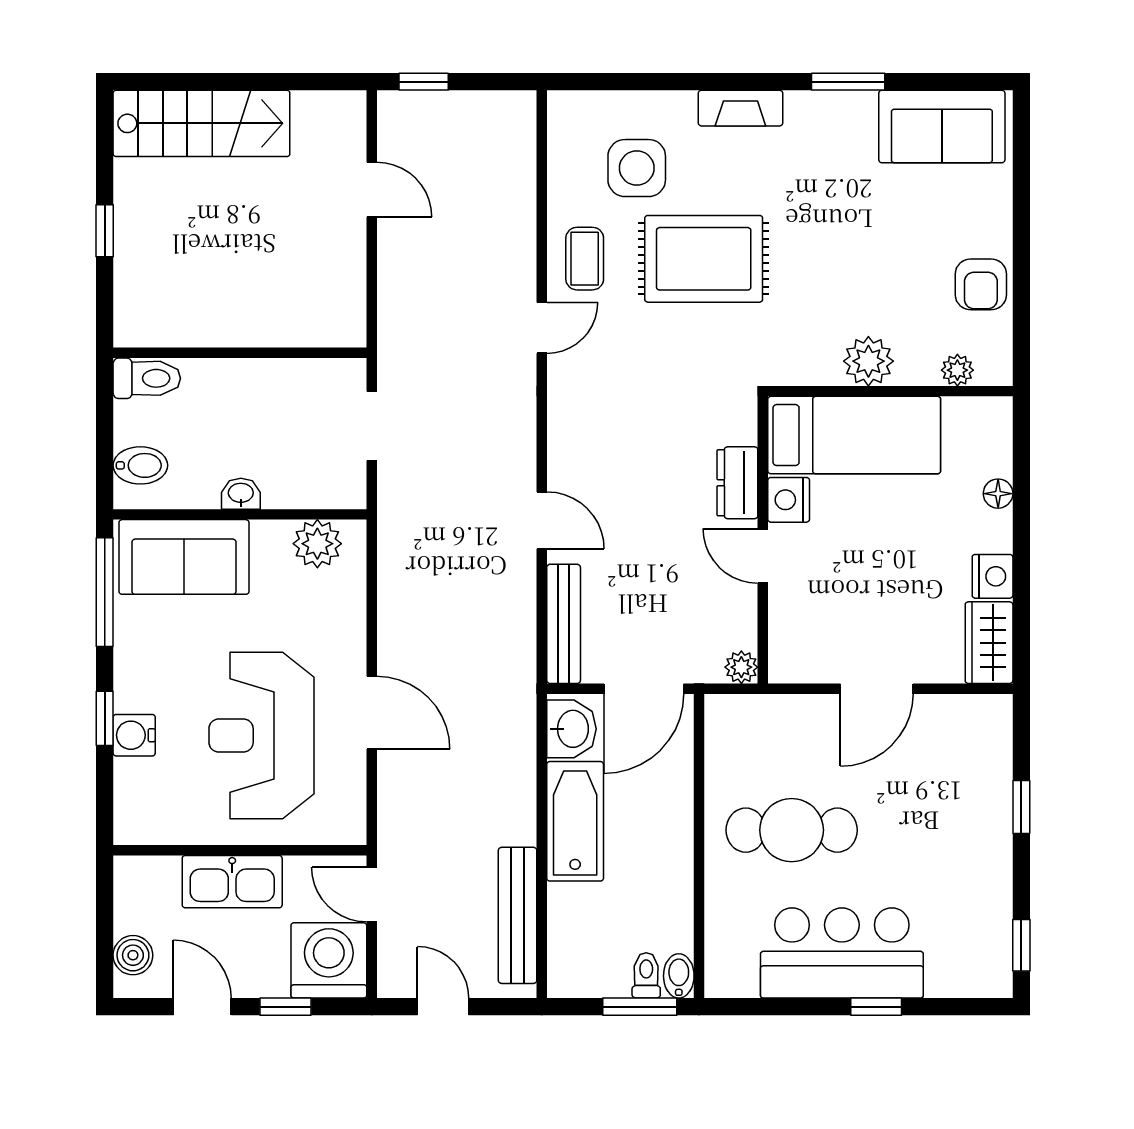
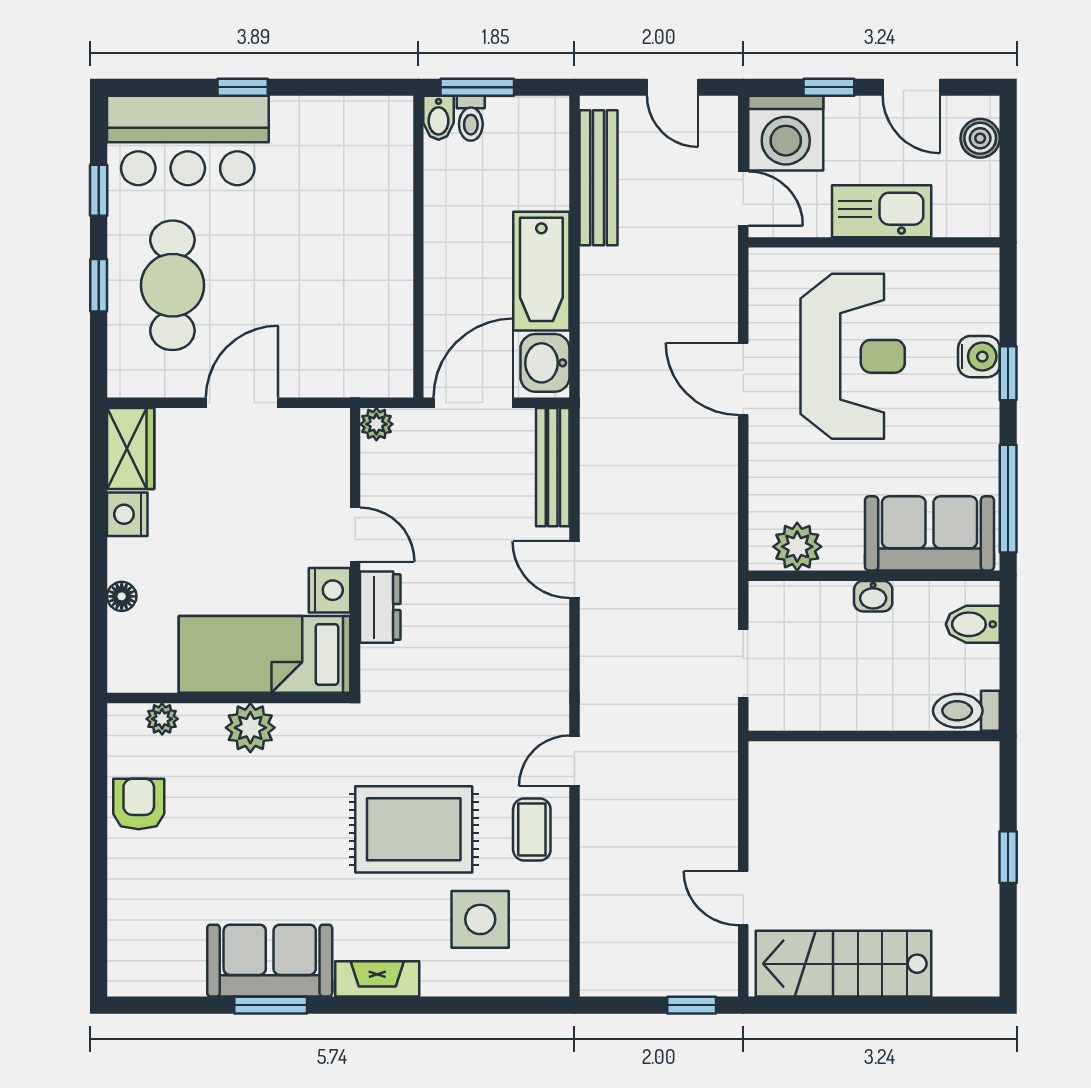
stairs: (201, 123) -> (844, 964), moved
sofa: (942, 127) -> (270, 961), moved
cafe table: (792, 830) -> (172, 285), moved, turned 90
window: (1021, 945) -> (99, 190), moved
bar counter: (842, 953) -> (188, 140), moved

